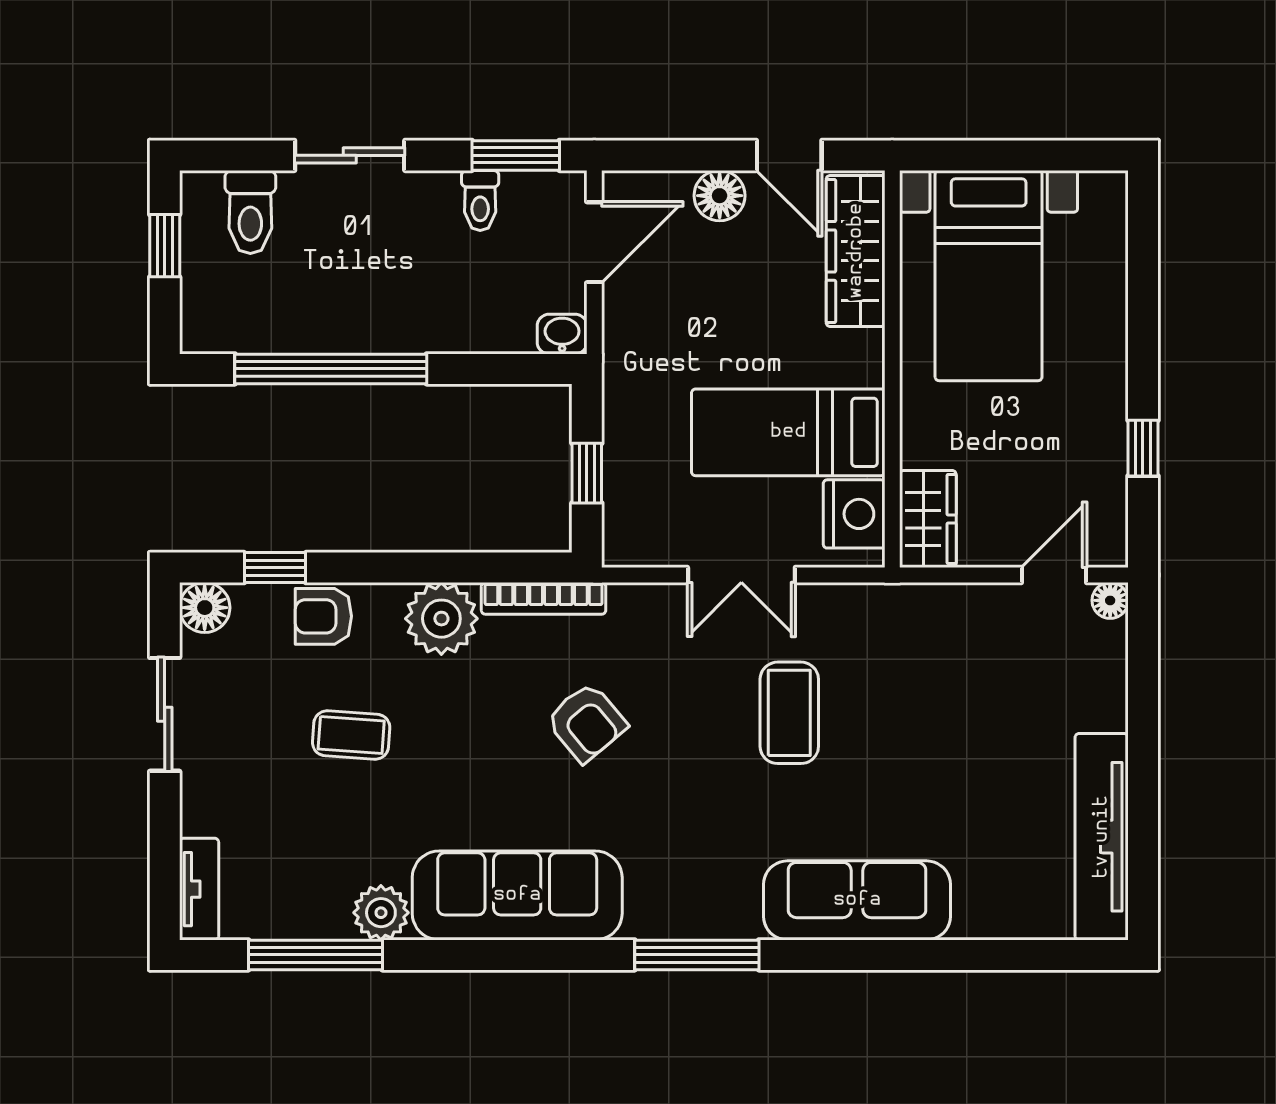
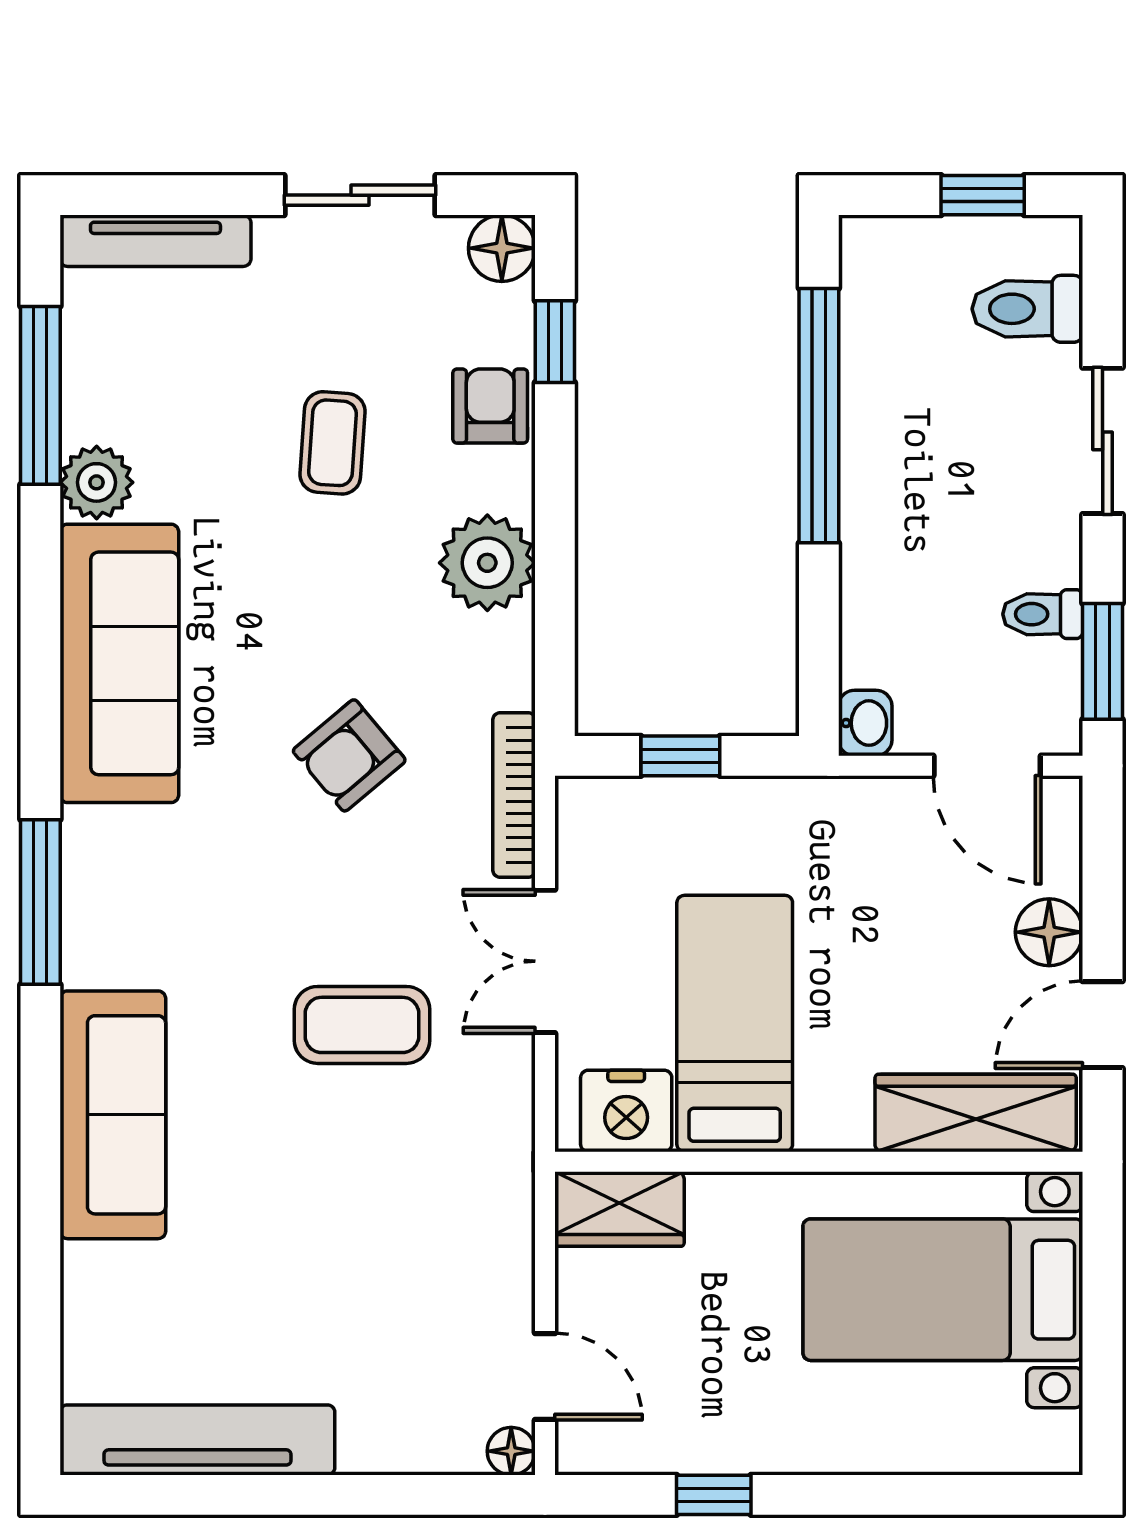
bookcase: (544, 598) -> (514, 795), moved
tv unit: (199, 889) -> (155, 241), width x1.41

